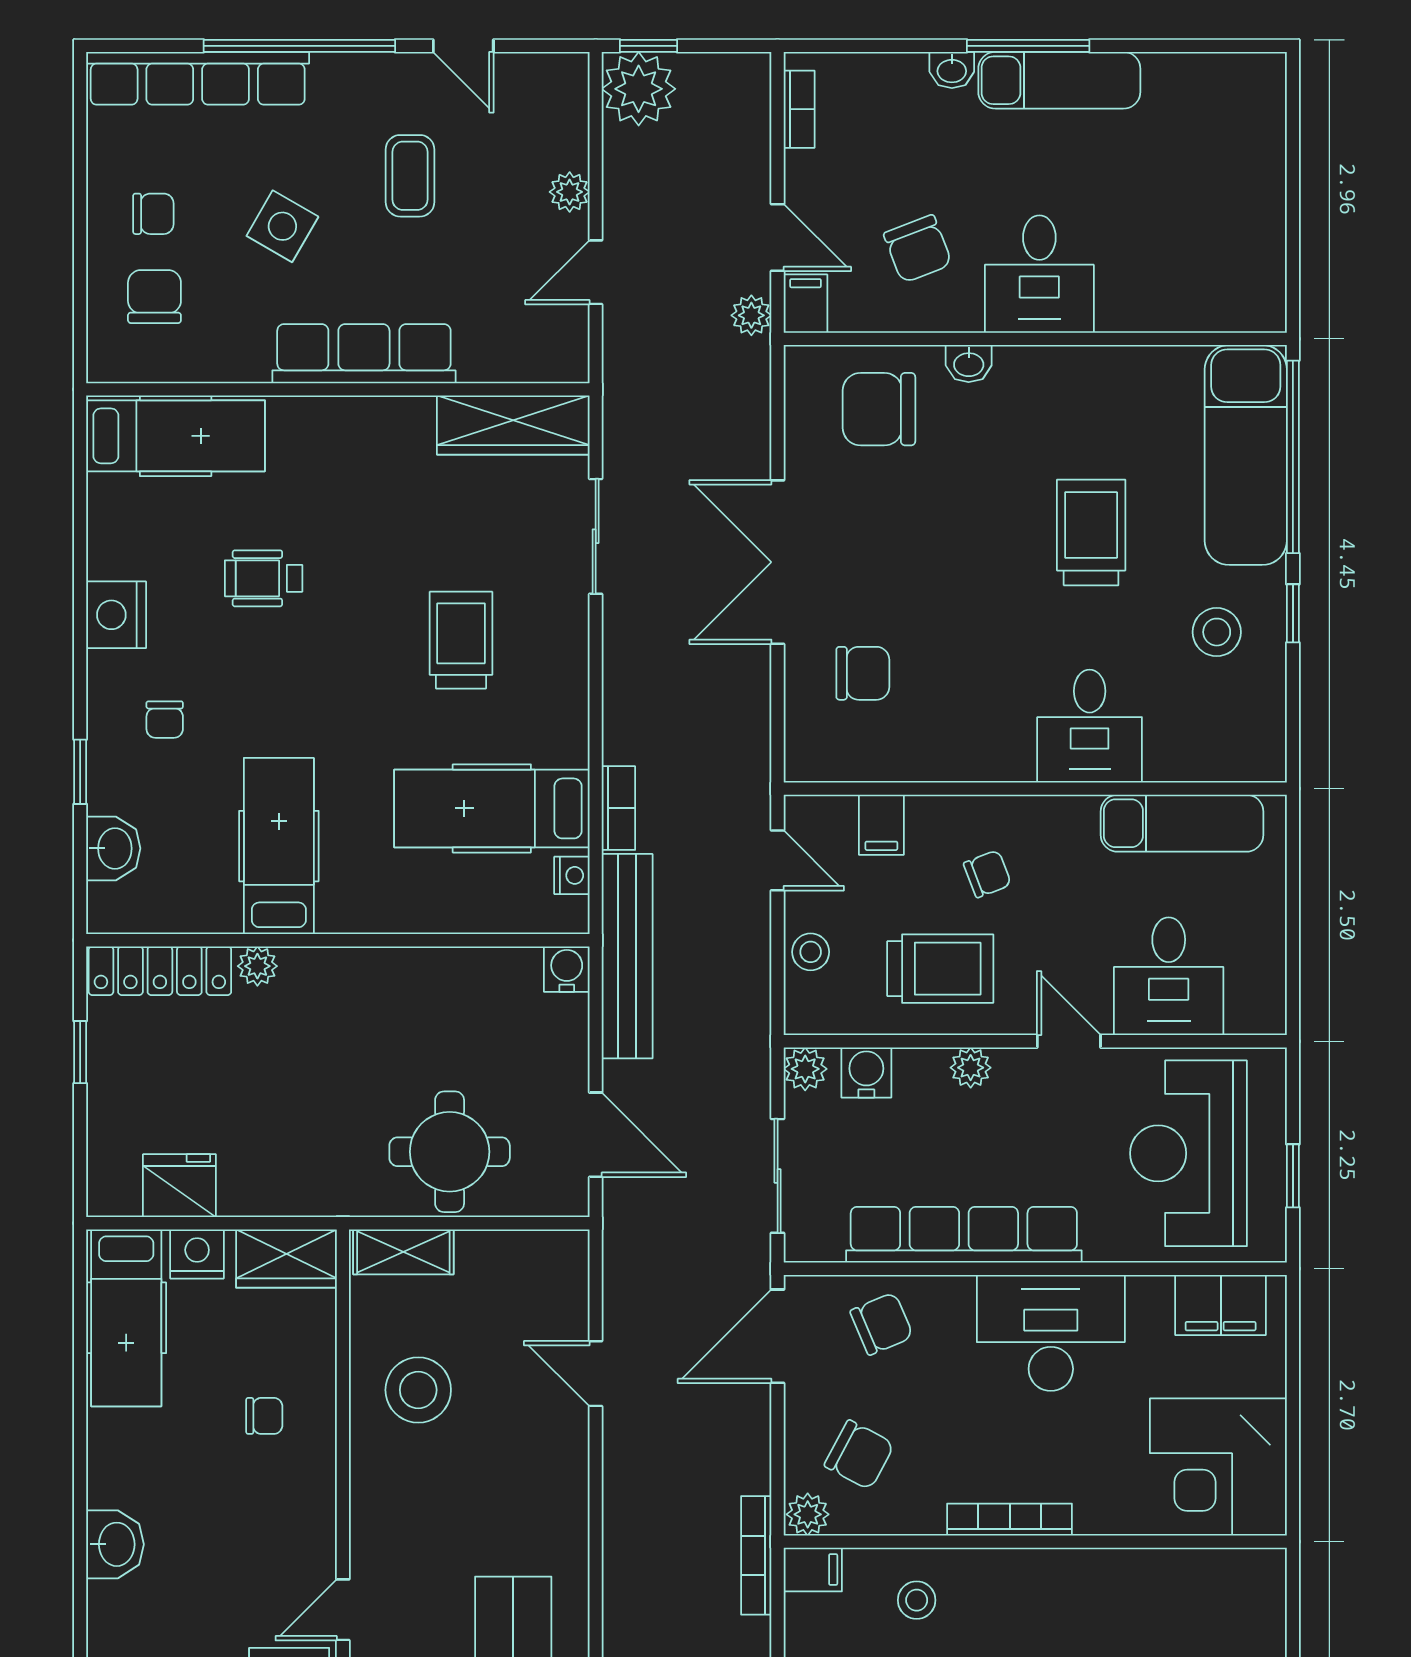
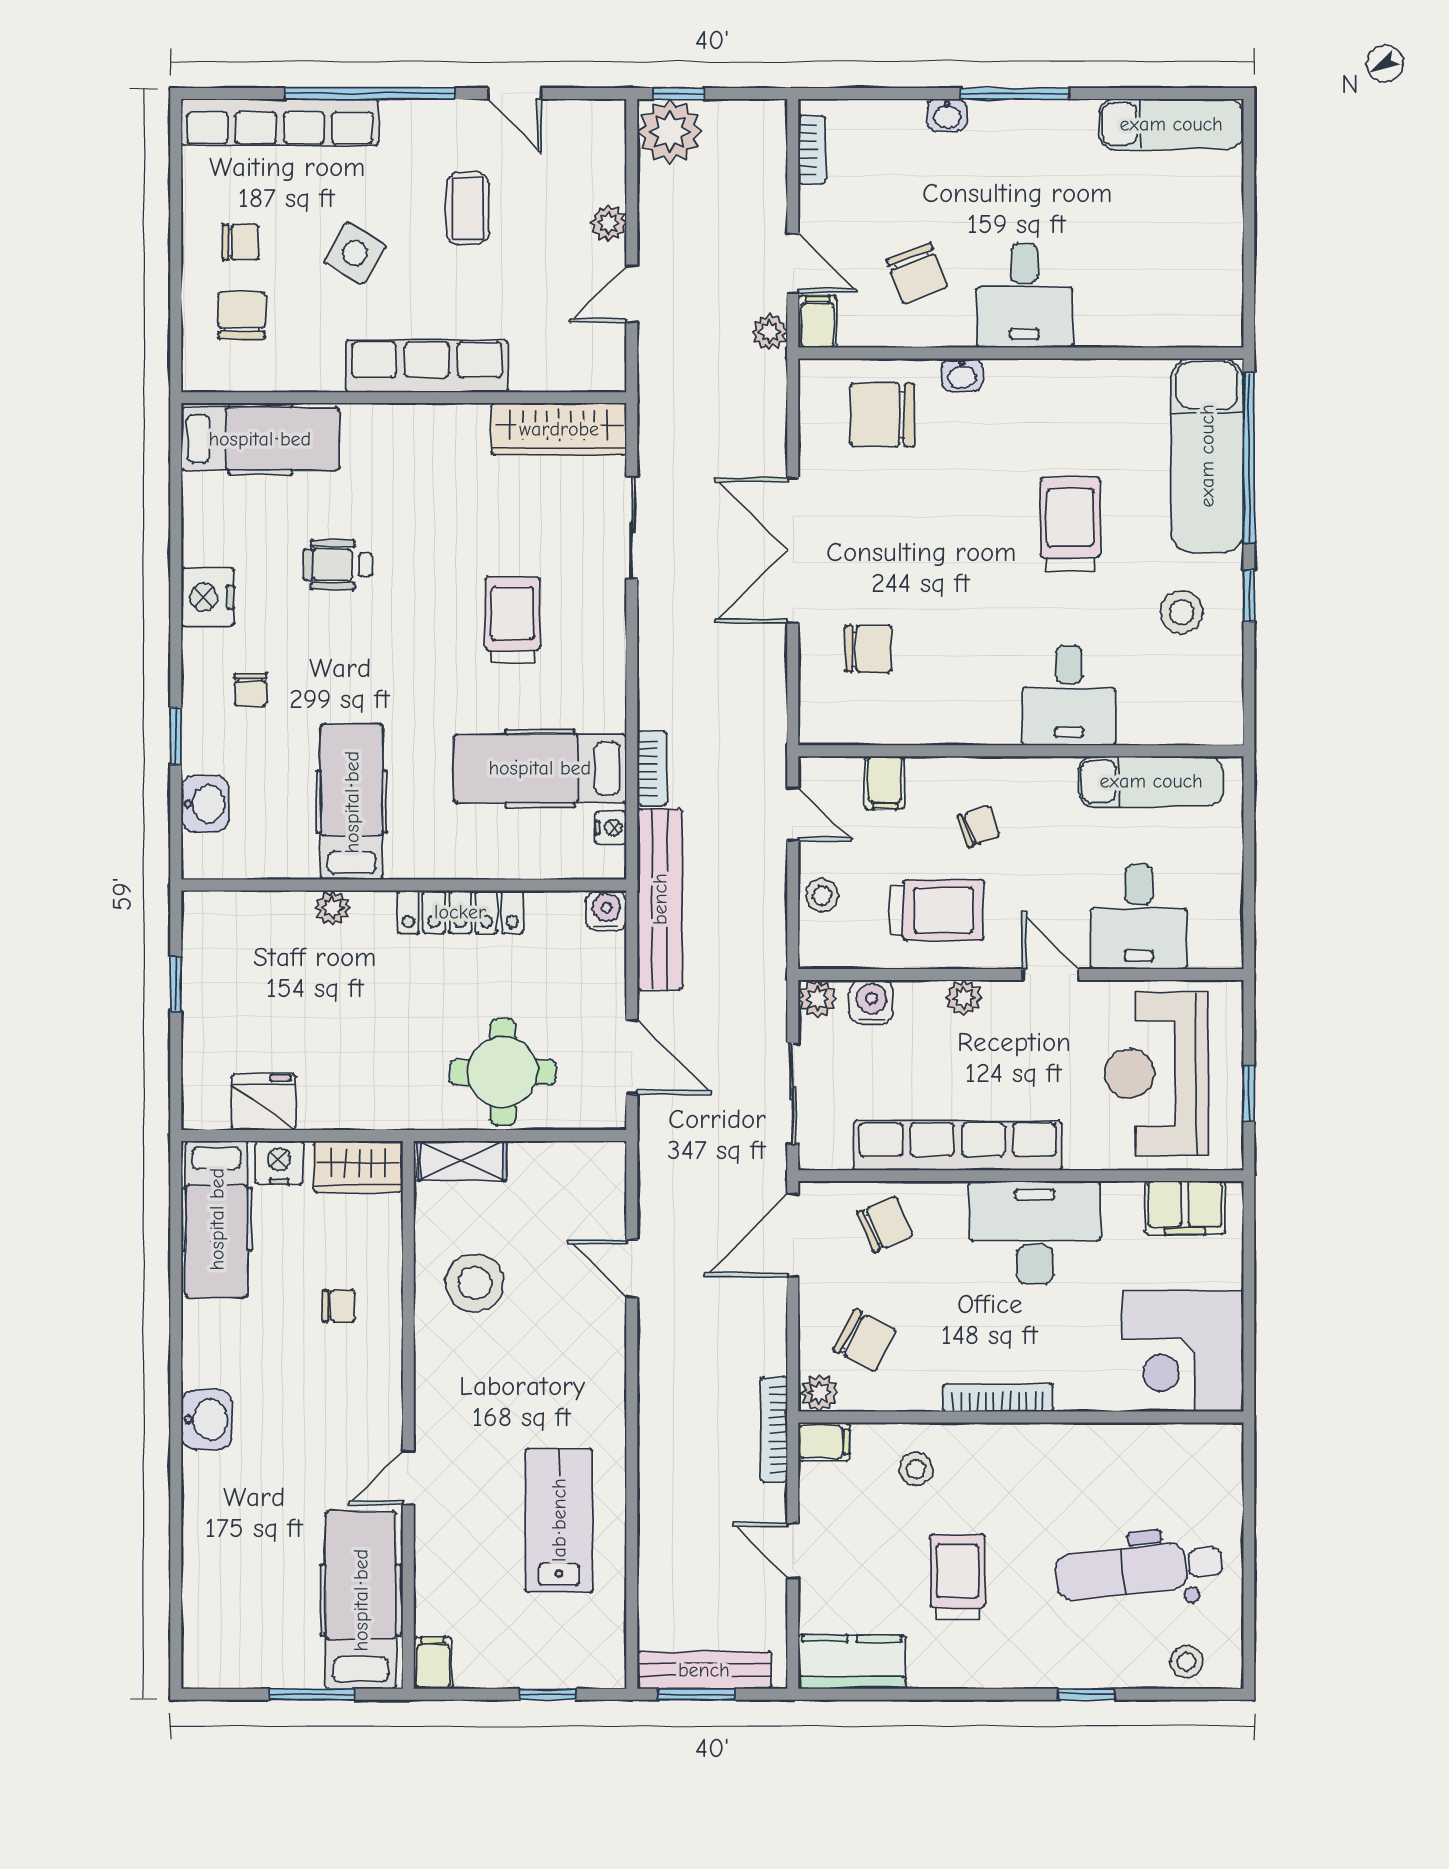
exam couch: (1059, 80) -> (1171, 124), moved
locker: (160, 971) -> (460, 912), moved

